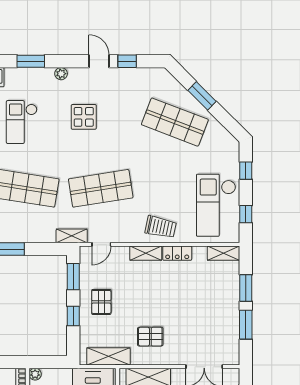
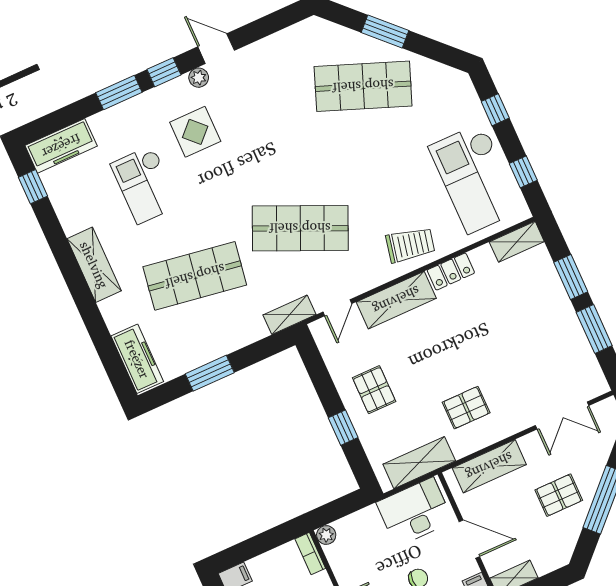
window: (127, 61) -> (164, 72), moved
plant: (61, 74) -> (199, 78), moved
display table: (84, 117) -> (195, 132), moved
shop shelf: (101, 188) -> (300, 228), turned 33
shelving: (146, 253) -> (396, 300), width x1.50, depth x1.33
window: (73, 277) -> (318, 372), removed

